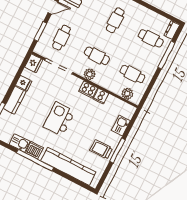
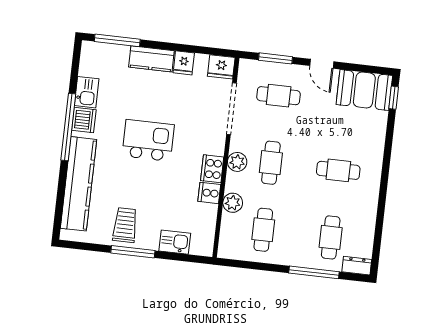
plant: (127, 94) -> (233, 203), moved

